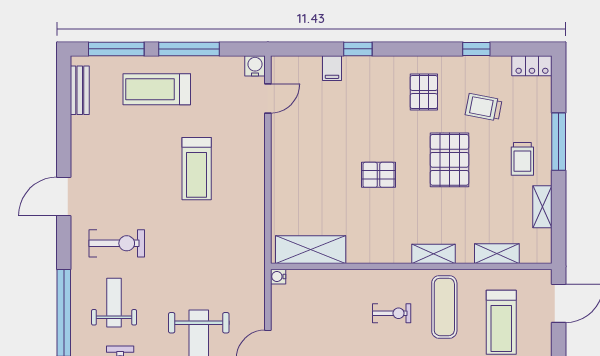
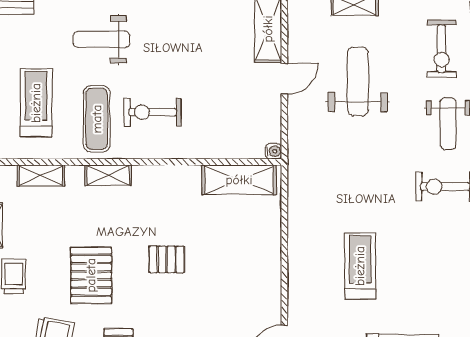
exercise bike: (392, 313) -> (153, 112), width x1.38, depth x1.39

